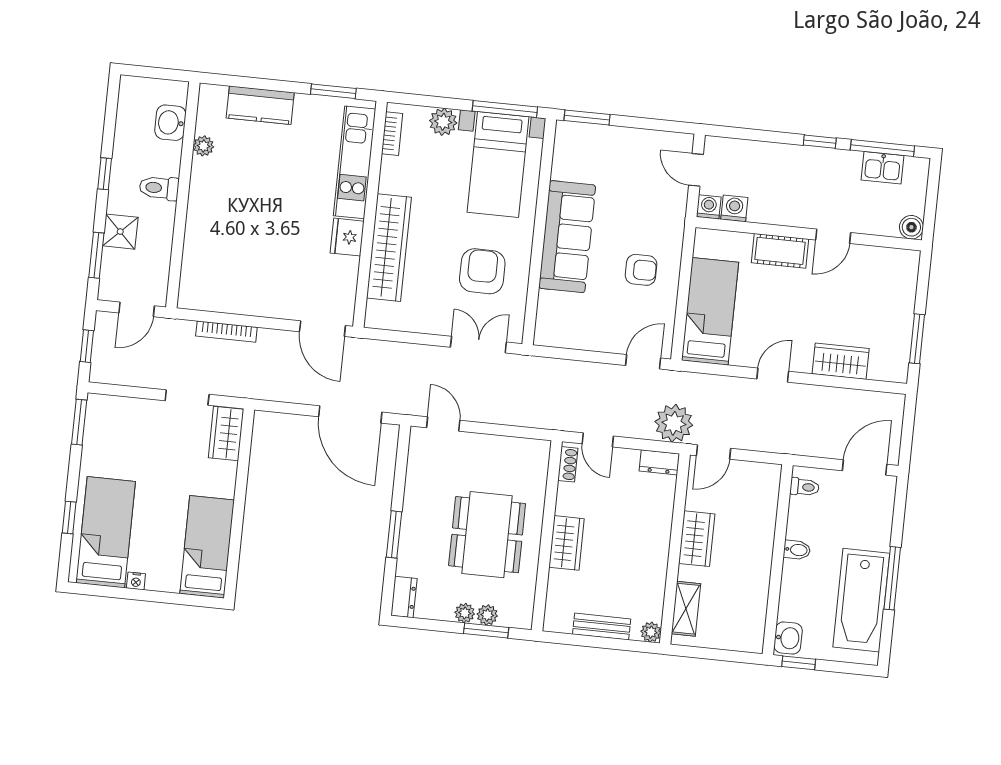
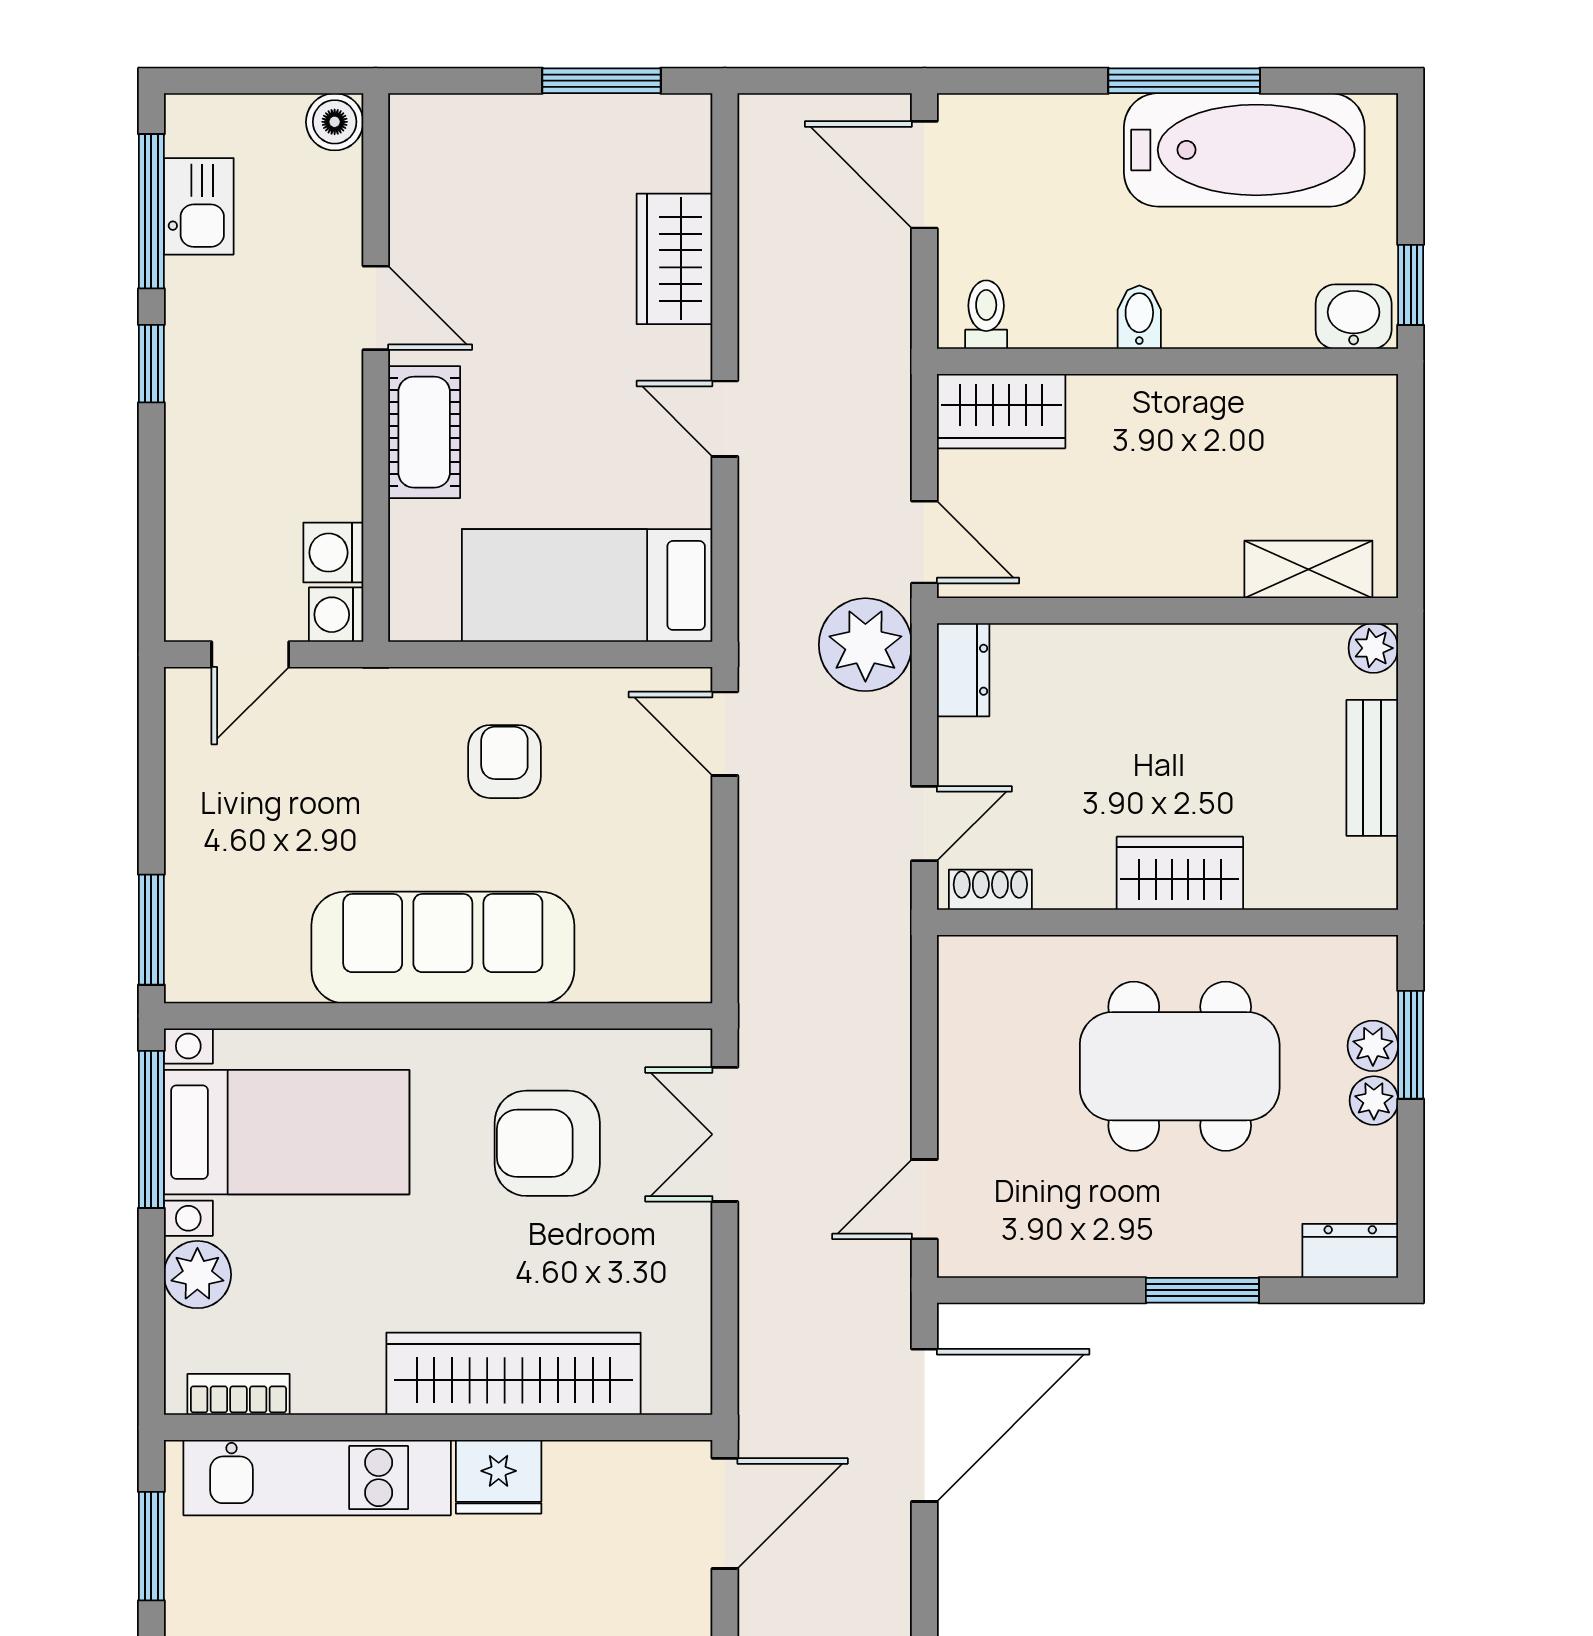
wardrobe: (697, 539) -> (1001, 411), moved, turned 180

